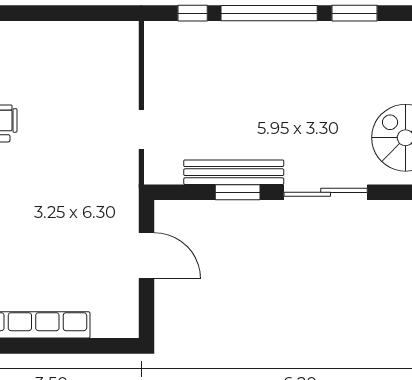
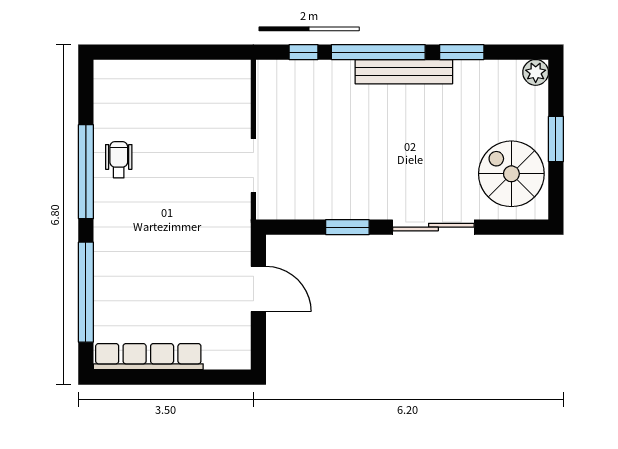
doorway: (141, 129) -> (253, 166), width x1.38
bench: (234, 172) -> (404, 72), moved

